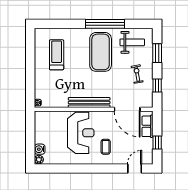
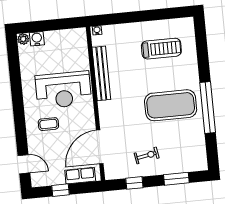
weight bench: (132, 42) -> (187, 145), removed
bench: (89, 103) -> (101, 73), moved

